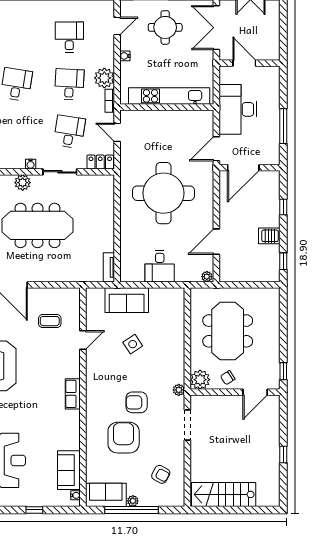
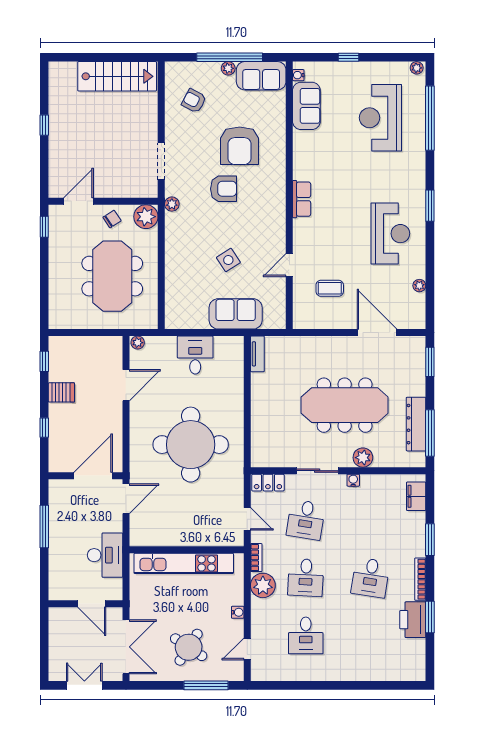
round table: (165, 27) -> (189, 647), turned 33
desk: (238, 109) -> (105, 555), width x0.73, depth x0.77

